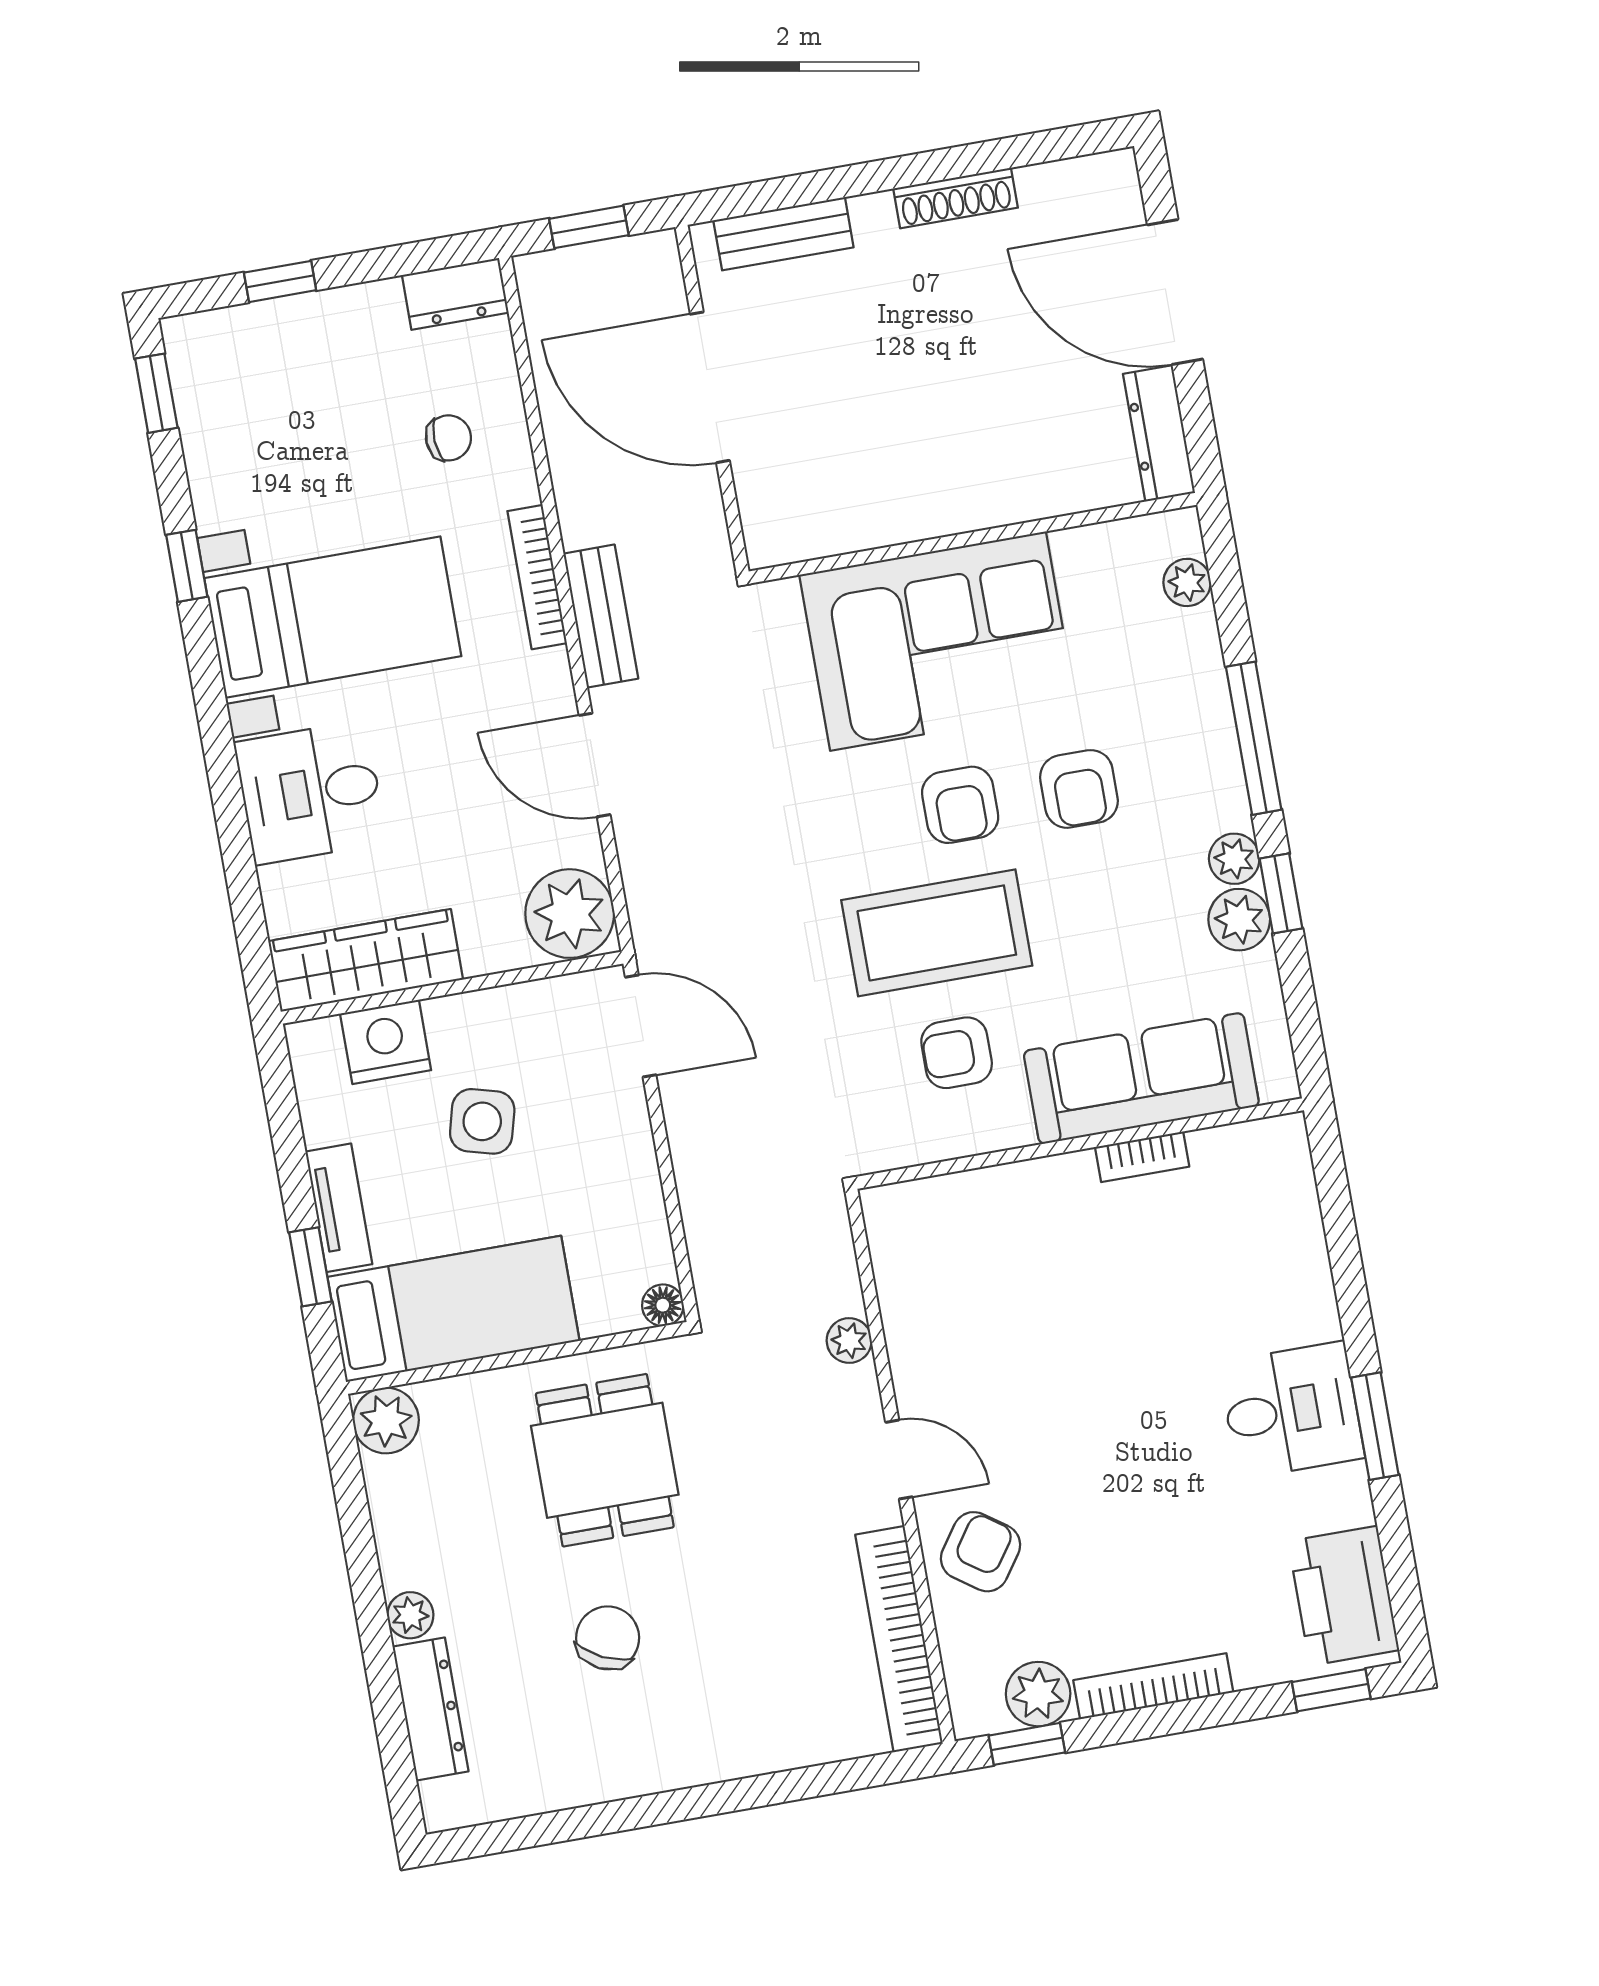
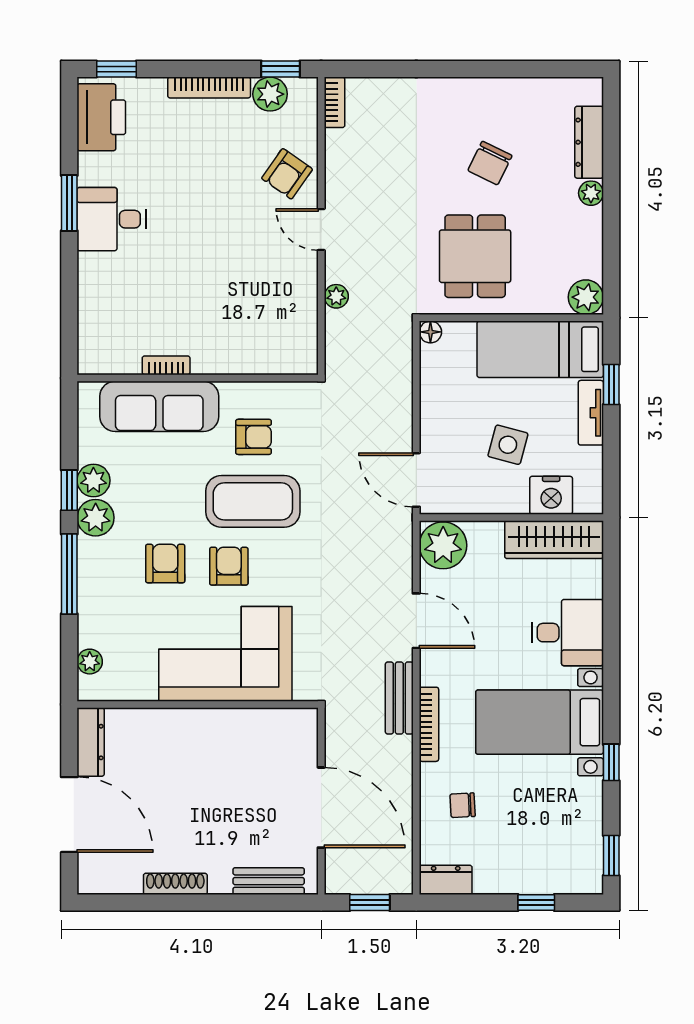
plant: (1234, 859) -> (96, 518), width x1.38, depth x1.38
bookcase: (899, 1639) -> (334, 102), width x0.43, depth x0.76

